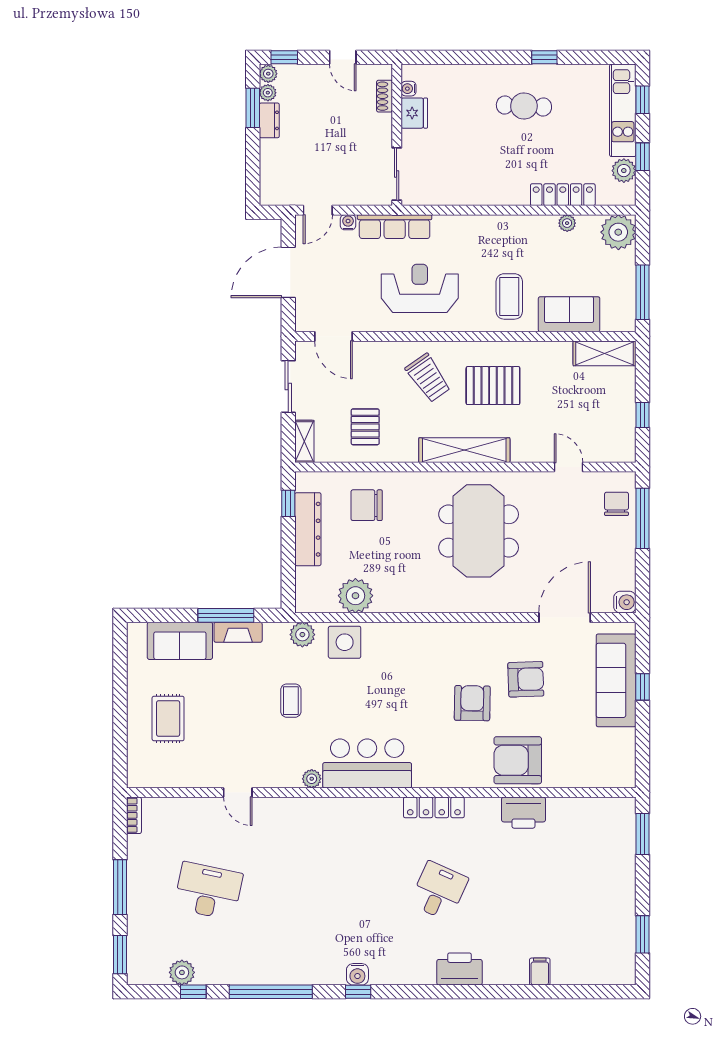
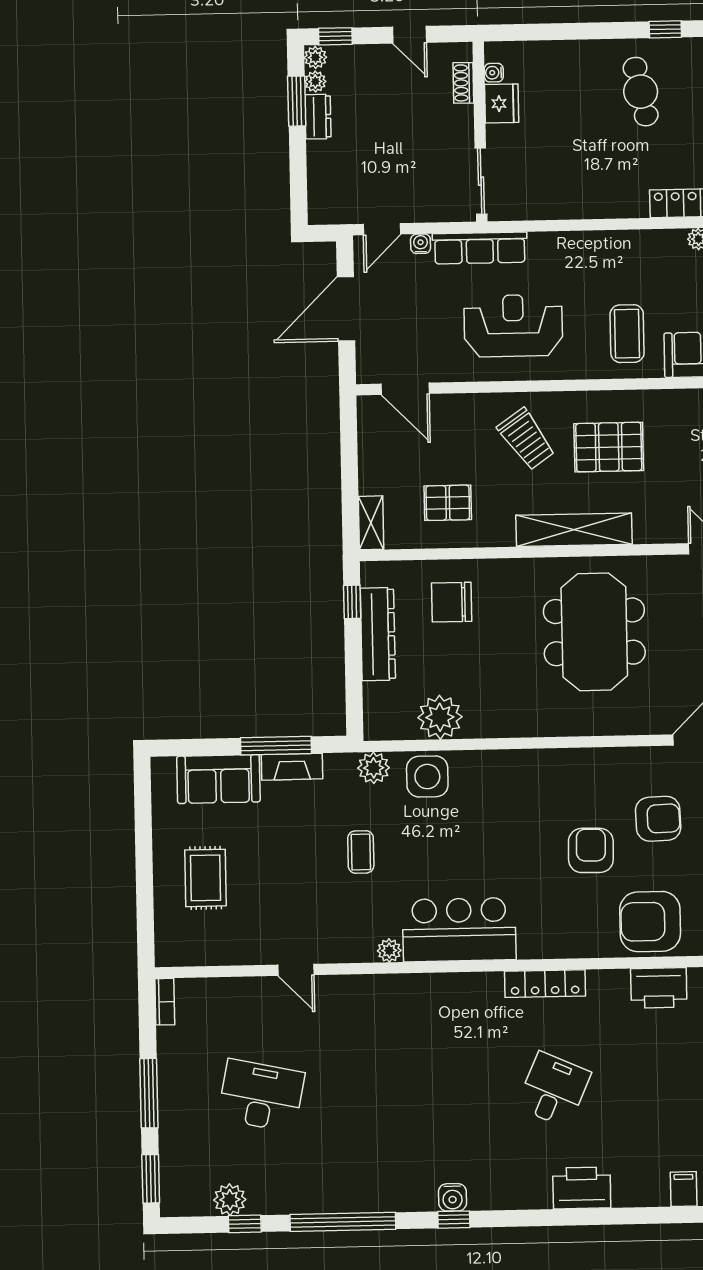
cafe table: (524, 106) -> (641, 92), turned 75
sliding door: (288, 386) -> (349, 454), removed
pallet: (365, 427) -> (448, 503), turned 90

